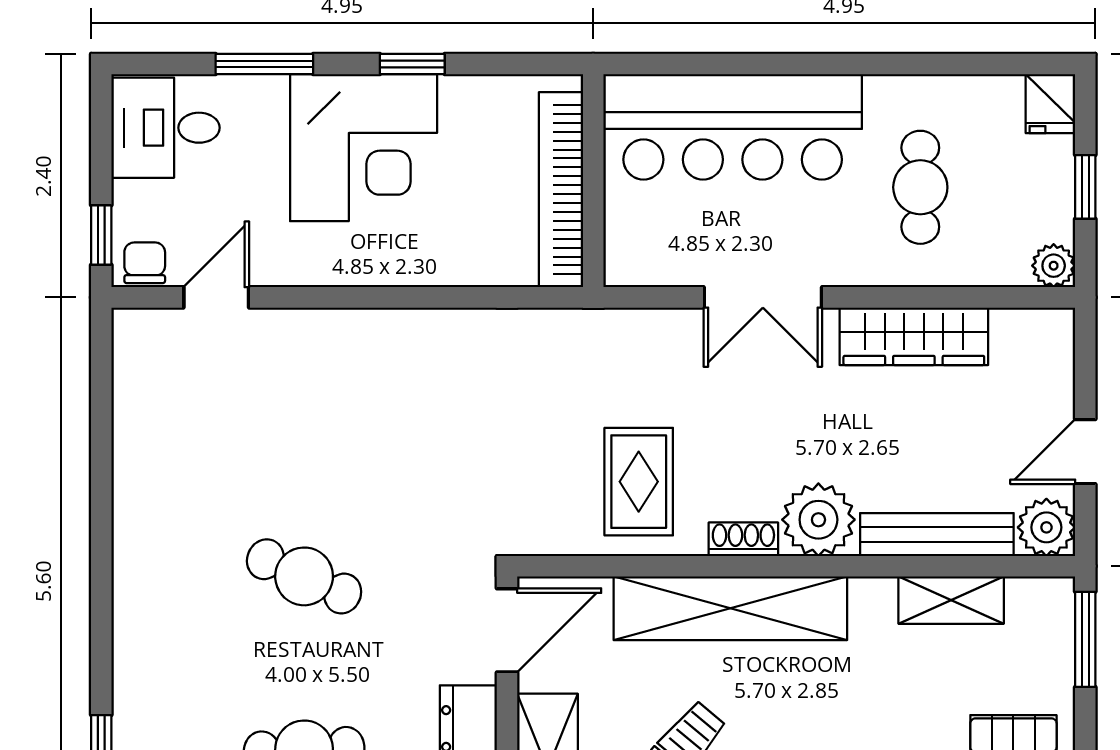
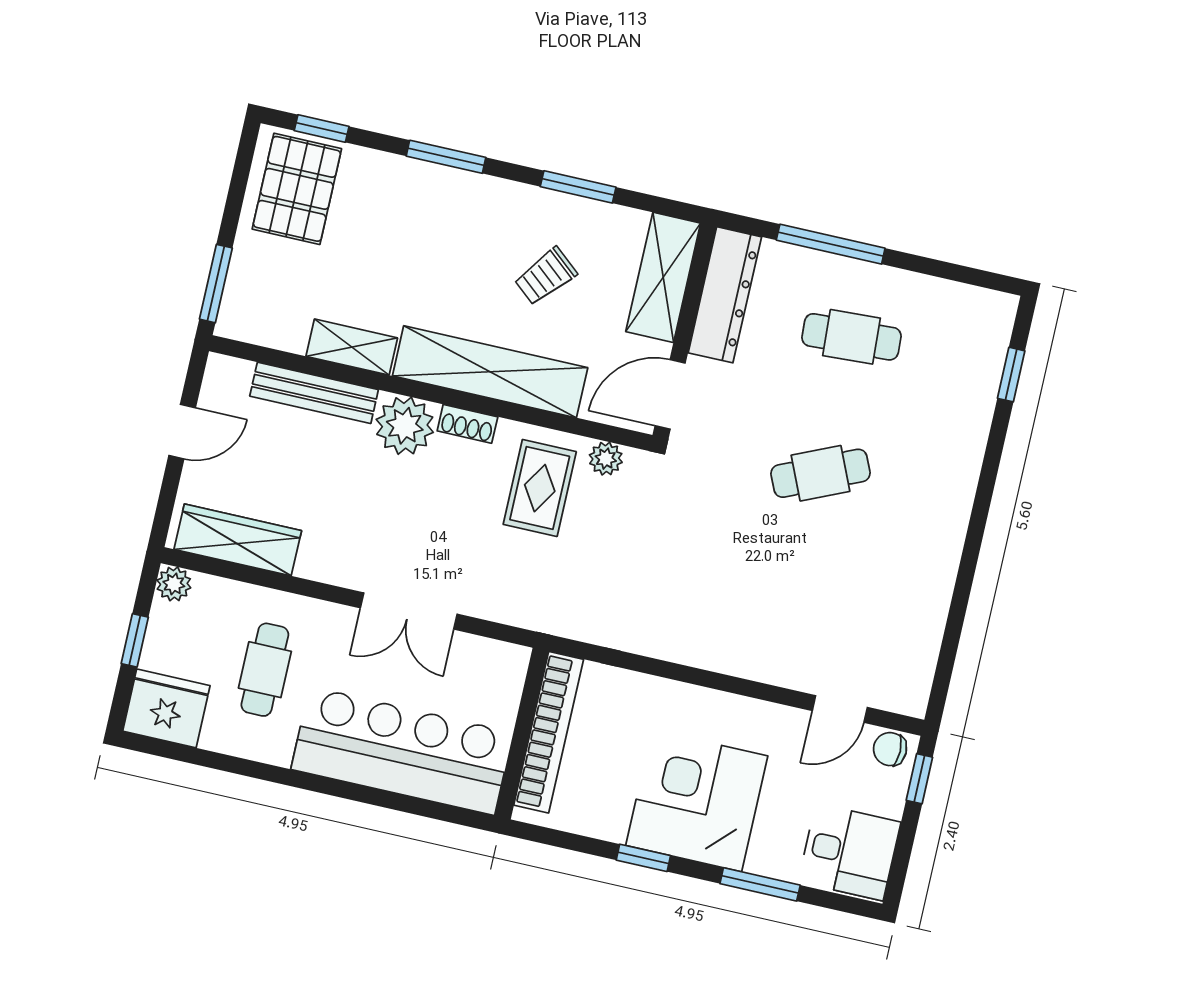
fridge: (1050, 104) -> (166, 708), width x1.88, depth x1.34
chair: (145, 263) -> (890, 749), turned 90
double door: (763, 297) -> (409, 611), swing flipped
wardrobe: (914, 336) -> (238, 540), moved
plant: (1046, 527) -> (606, 459), moved, width x0.73, depth x0.73
cafe table: (304, 576) -> (821, 473), turned -48
shelving: (951, 600) -> (352, 347), moved

